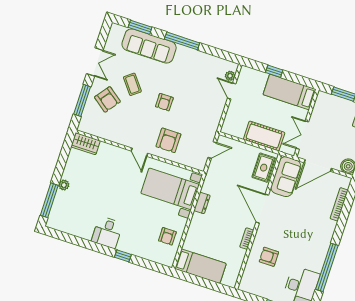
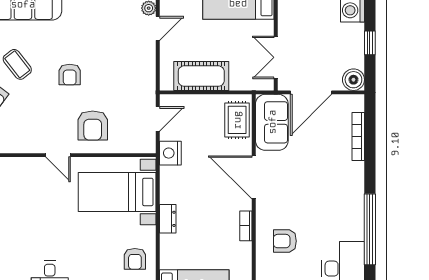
door: (232, 91) -> (158, 28), swing flipped
cot: (264, 136) -> (201, 76), moved
nightstand: (213, 175) -> (170, 153), added
dresser: (202, 203) -> (168, 219), moved

